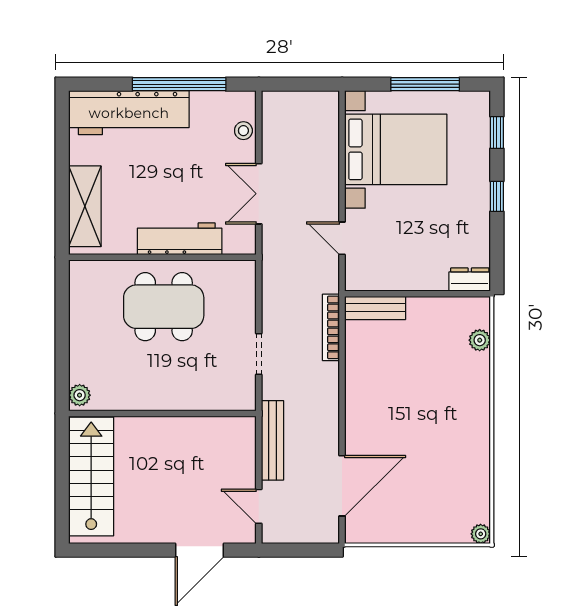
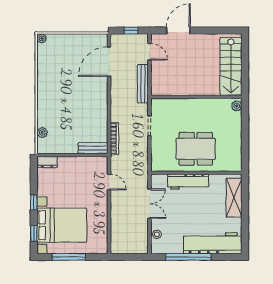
bed with nightstands: (396, 149) -> (62, 225), moved, turned 180
window: (297, 550) -> (131, 30), added

